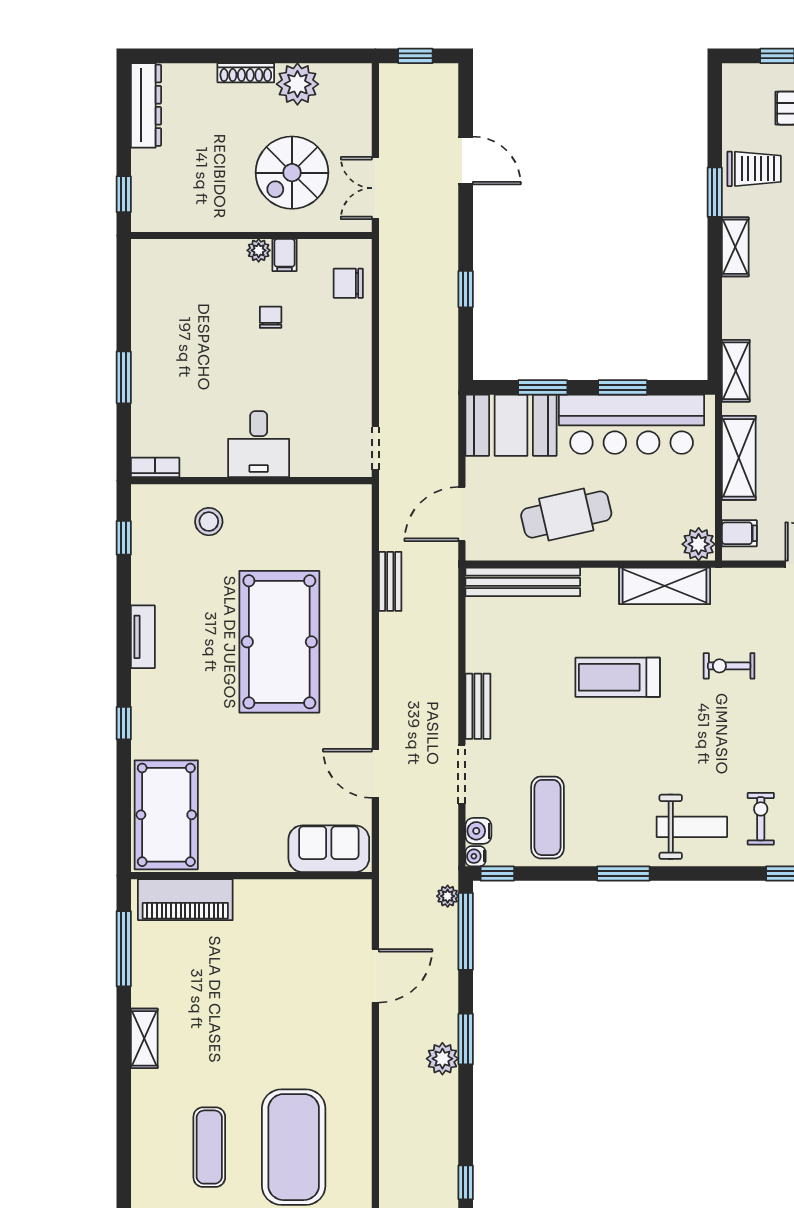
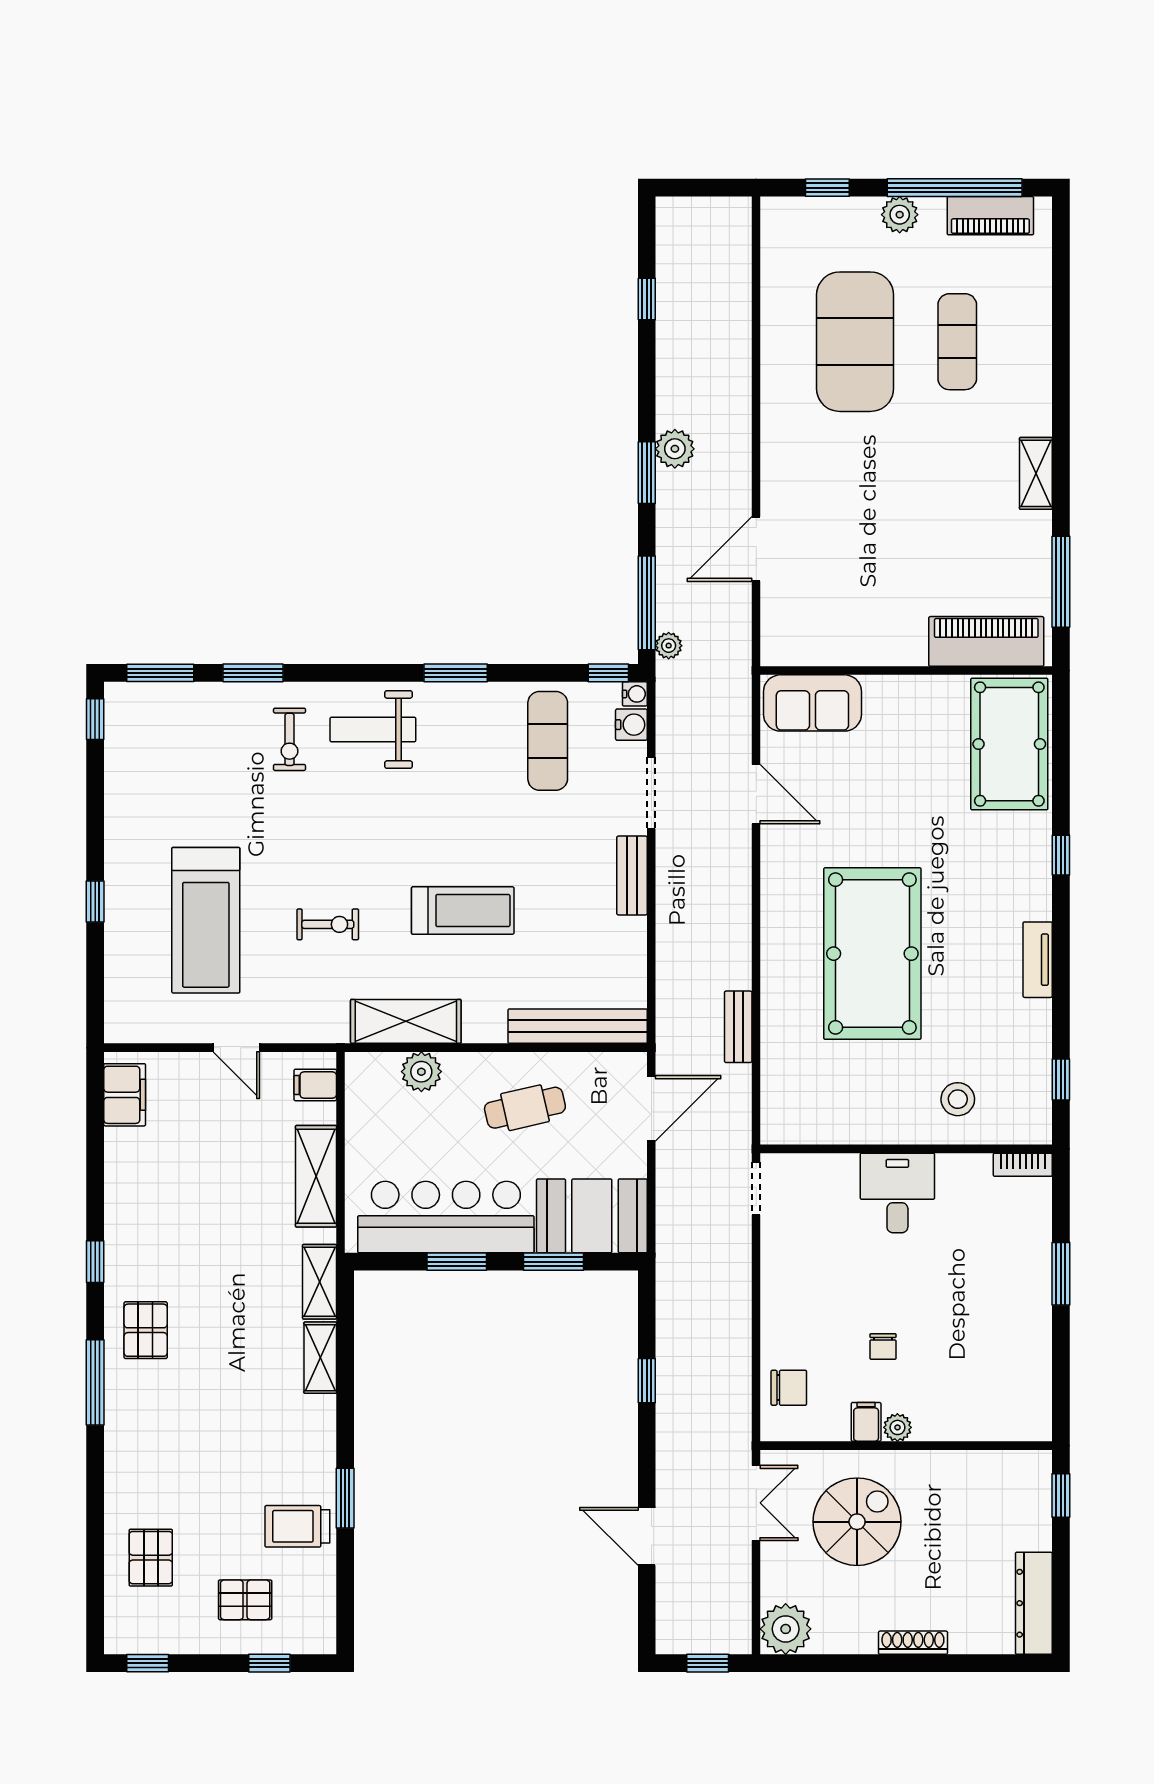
plant: (297, 84) -> (786, 1629), moved
shelving: (735, 247) -> (320, 1358), moved
cafe table: (566, 515) -> (525, 1108), width x0.73, depth x0.74
plant: (699, 544) -> (421, 1072), moved

